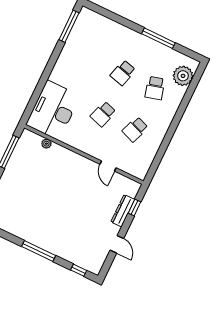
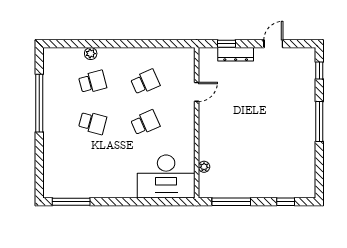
window: (158, 38) -> (39, 103), width x1.46
plant: (183, 76) -> (91, 54), moved, width x0.53, depth x0.53
school desk: (103, 114) -> (145, 123), turned -42
school desk: (135, 129) -> (145, 82), turned -45

